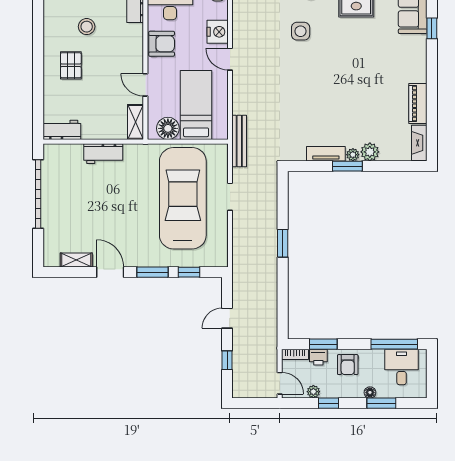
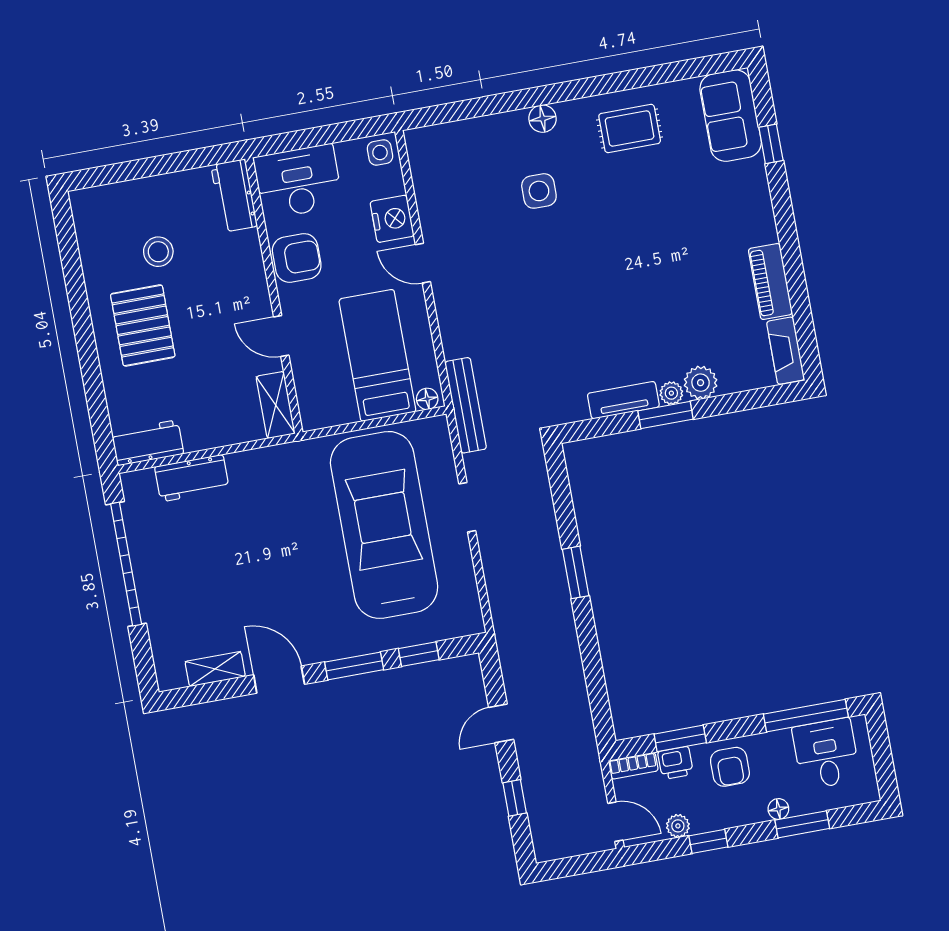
pallet: (71, 65) -> (143, 325), width x1.50, depth x1.42
floor lamp: (168, 128) -> (427, 399), moved, width x0.53, depth x0.53
workbench: (103, 154) -> (192, 478), moved

